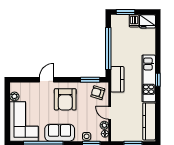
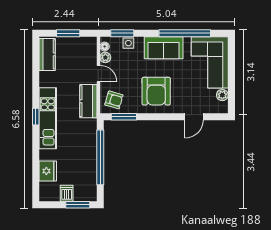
fridge: (147, 21) -> (48, 171), moved, turned 90
kitchen counter: (117, 79) -> (88, 101), moved
door: (47, 80) -> (194, 117), moved
armchair: (65, 99) -> (156, 91), turned 180
kitchen counter: (149, 121) -> (47, 54), width x0.67

